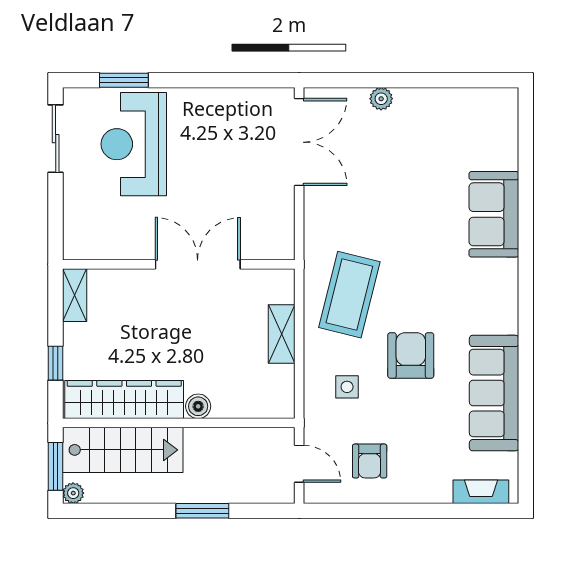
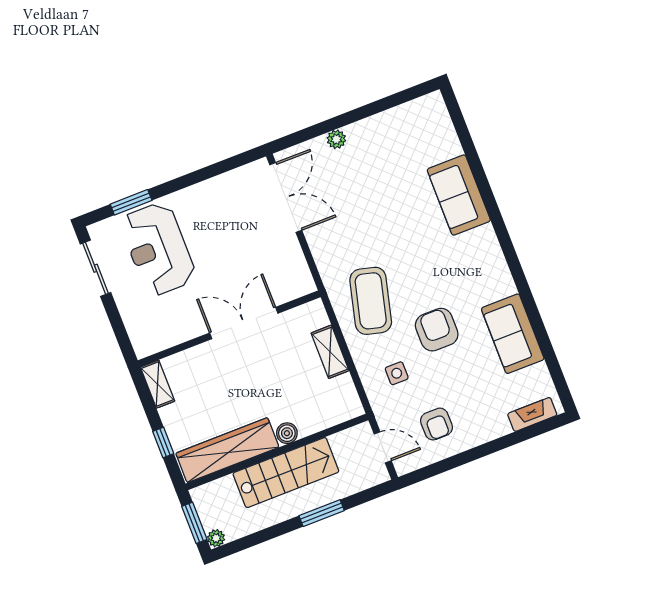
sofa: (494, 393) -> (513, 334), width x0.73
stairs: (123, 450) -> (286, 473), moved

